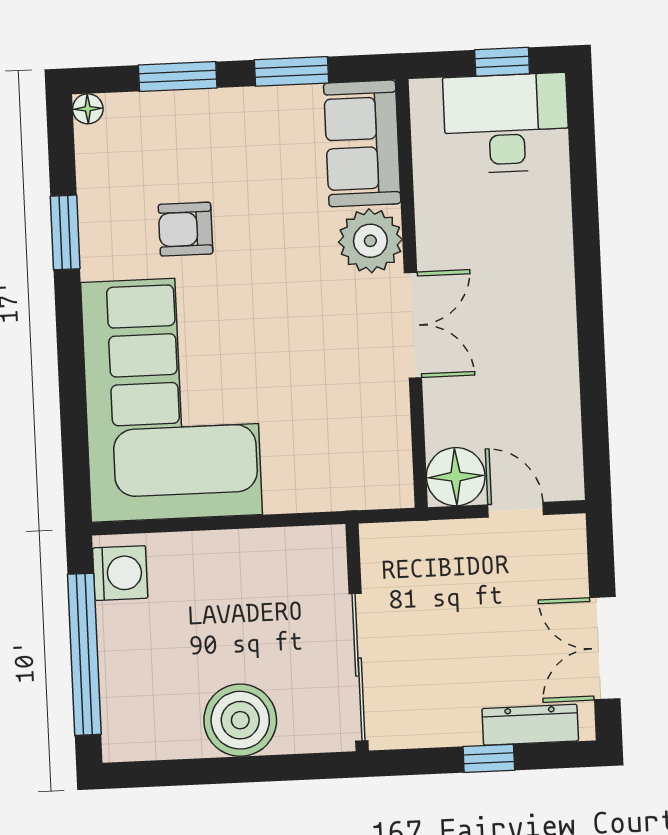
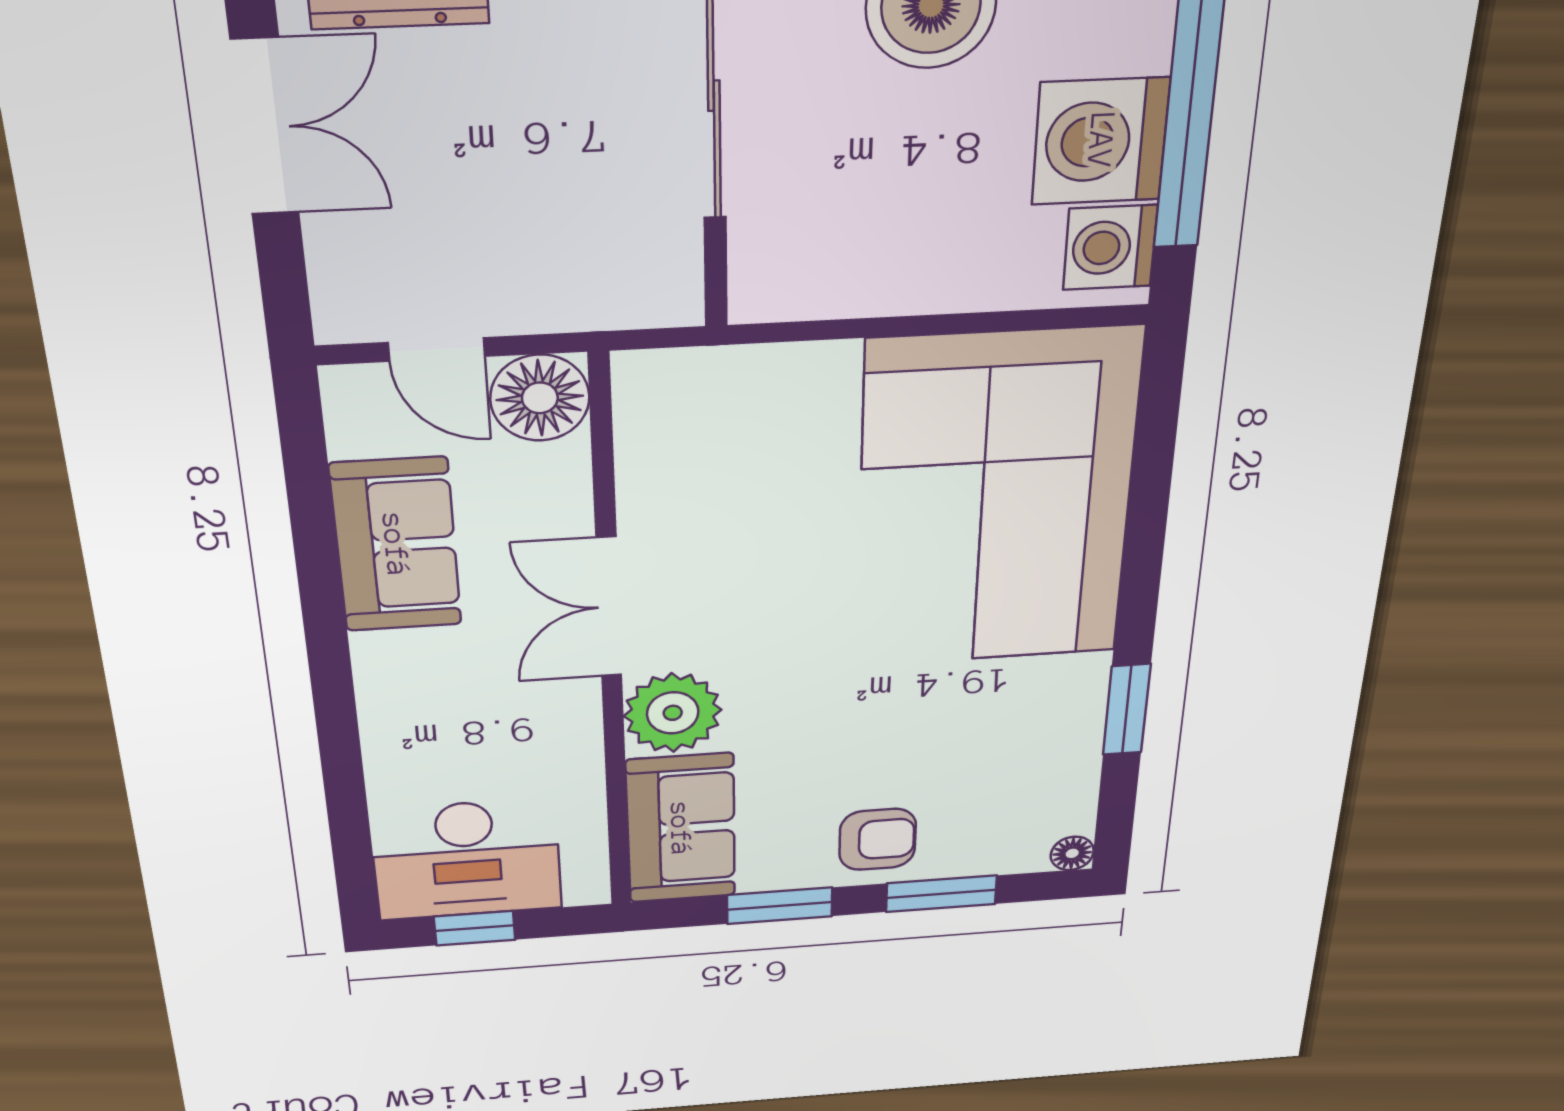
armchair: (185, 229) -> (878, 839), moved
sofa: (544, 375) -> (396, 545), added
washing machine: (134, 640) -> (1101, 141), added

